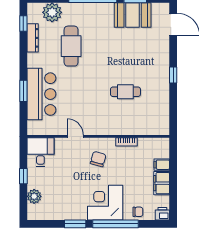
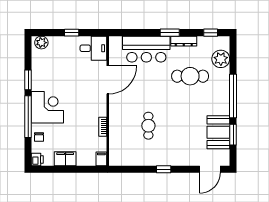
dresser: (33, 38) -> (184, 41), moved
window: (23, 91) -> (170, 33), moved
door: (75, 136) -> (108, 80), width x1.88
chair: (98, 159) -> (87, 101), removed
filing cabinet: (162, 165) -> (101, 159), moved
plant: (34, 196) -> (41, 43), moved

